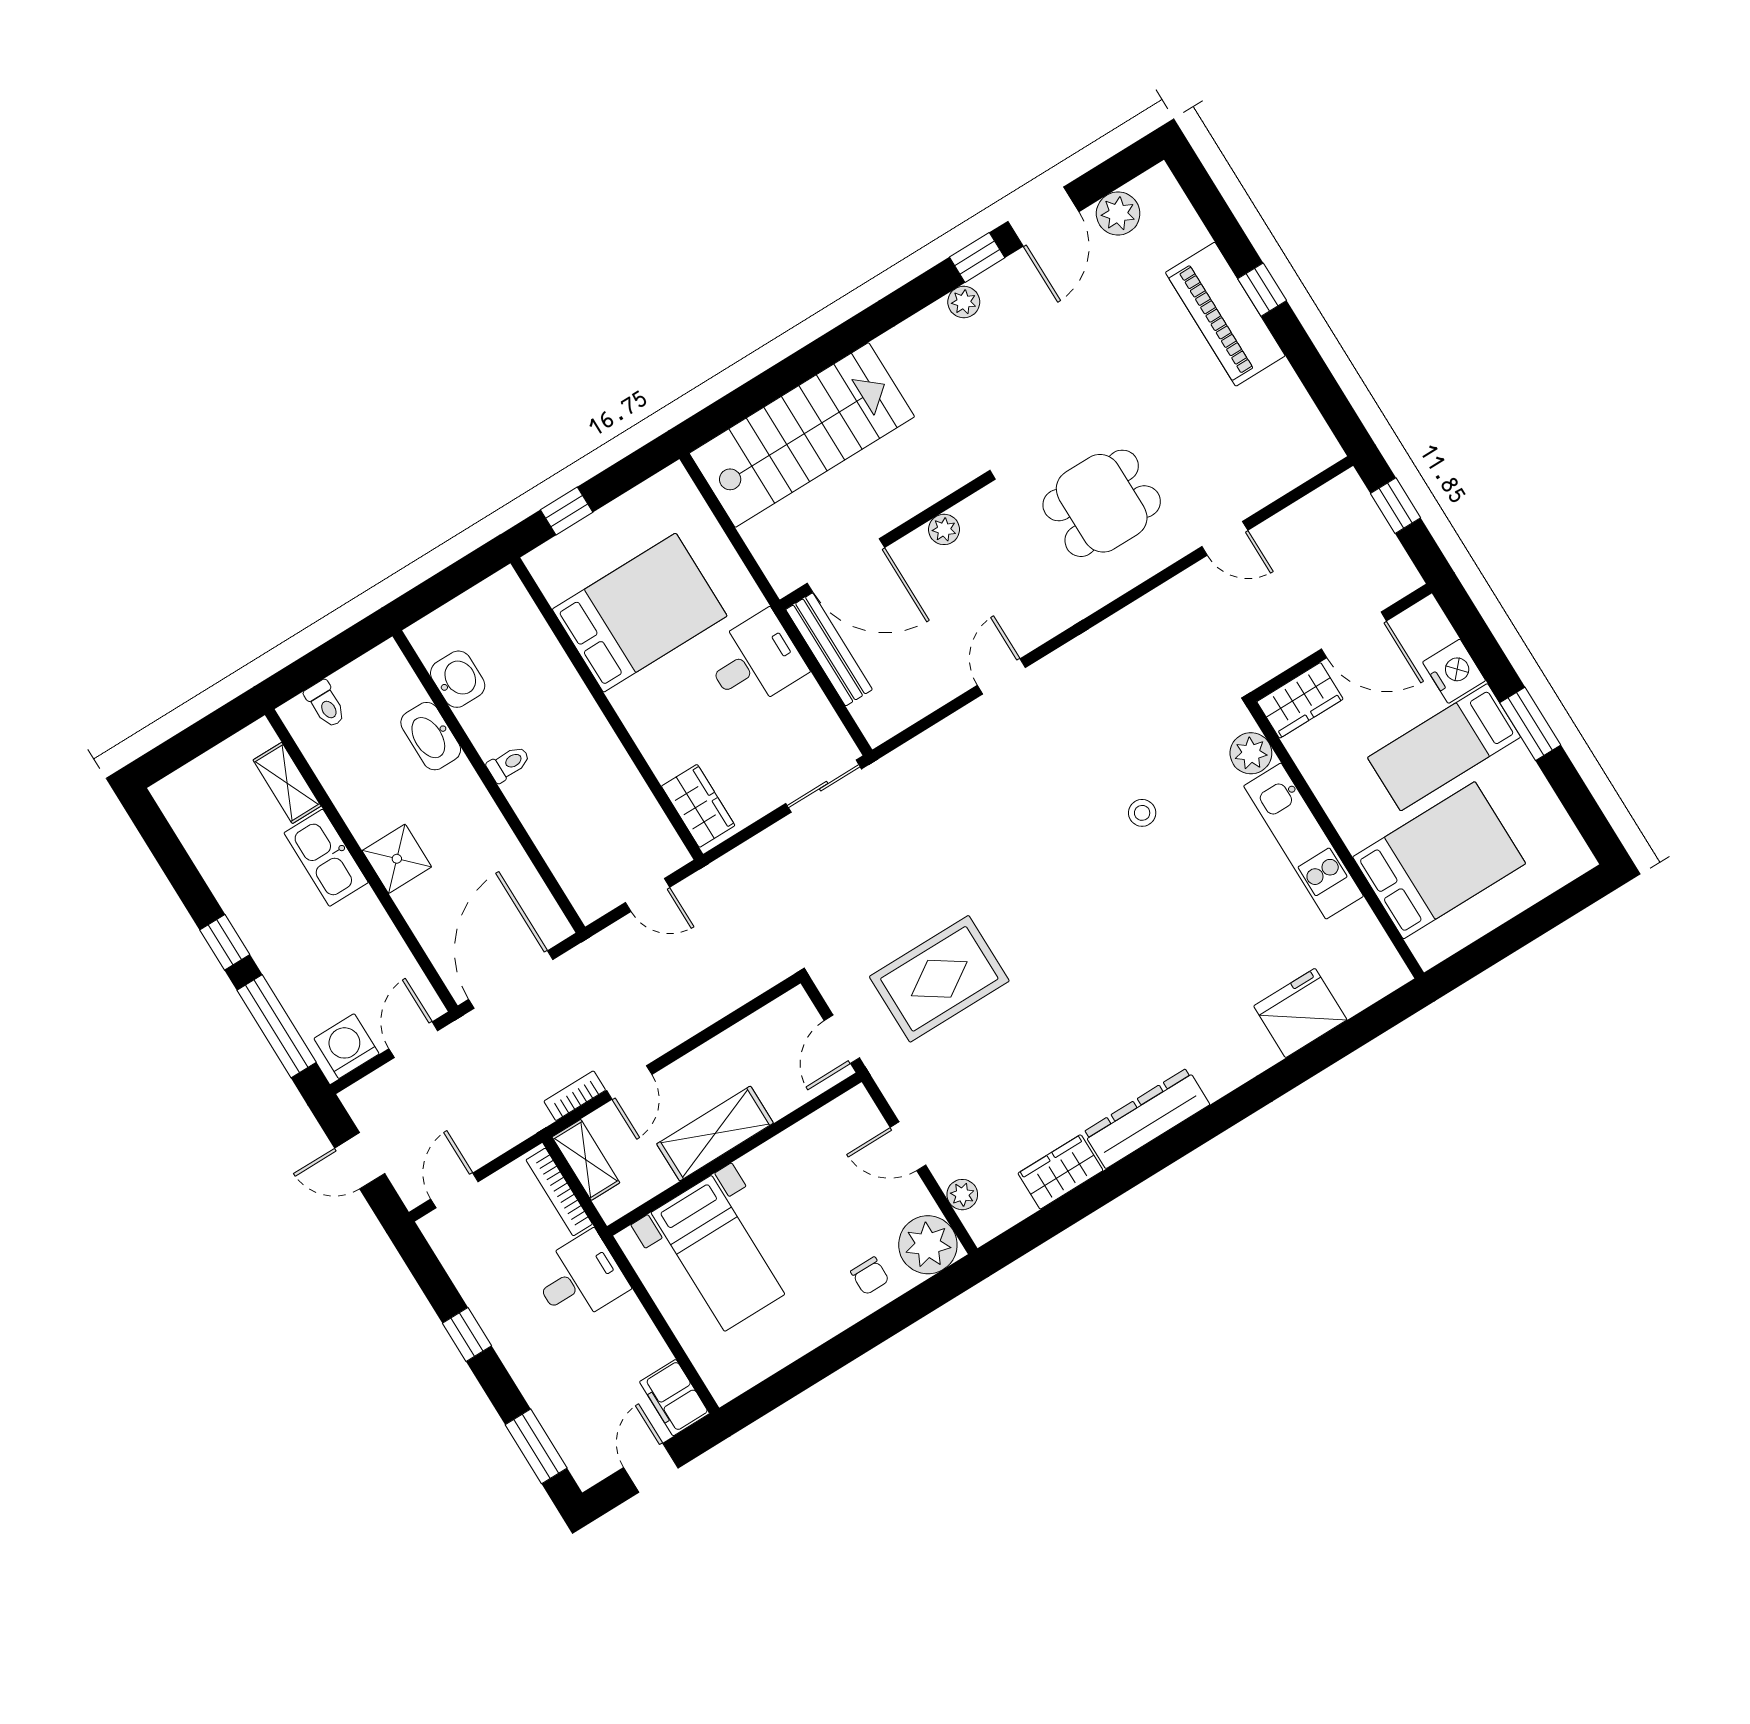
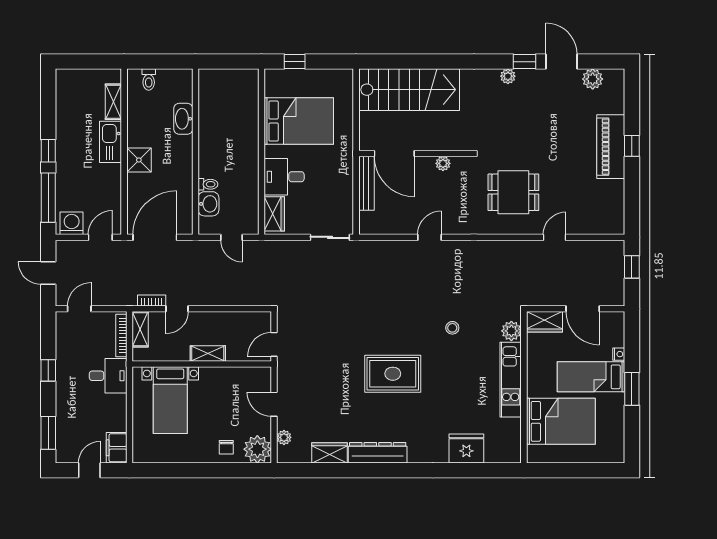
door: (1043, 217) -> (562, 62), swing flipped
door: (1225, 538) -> (555, 237), swing flipped
desk: (755, 661) -> (284, 177), moved, turned 180
nightstand: (1454, 671) -> (619, 354), width x0.53, depth x0.56
washbasin: (458, 679) -> (208, 204), moved
toilet: (509, 764) -> (208, 184), moved
rug: (939, 979) -> (393, 374), moved
shelving: (715, 1133) -> (208, 354), width x0.67, depth x0.75

